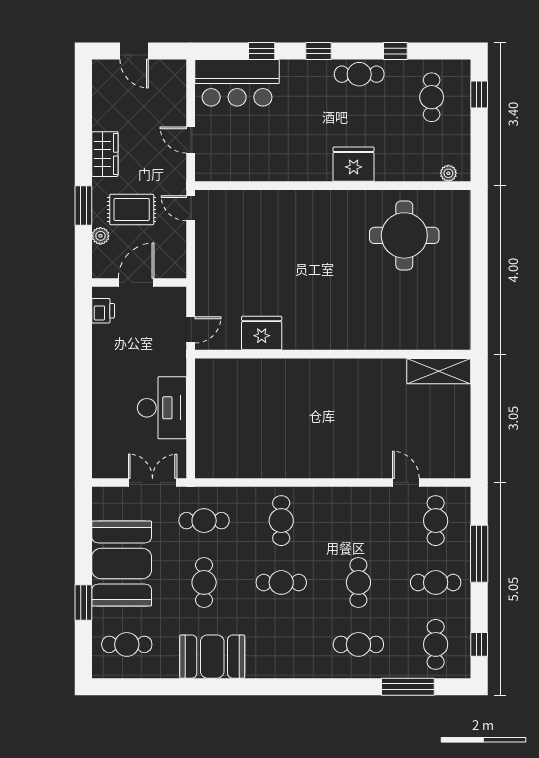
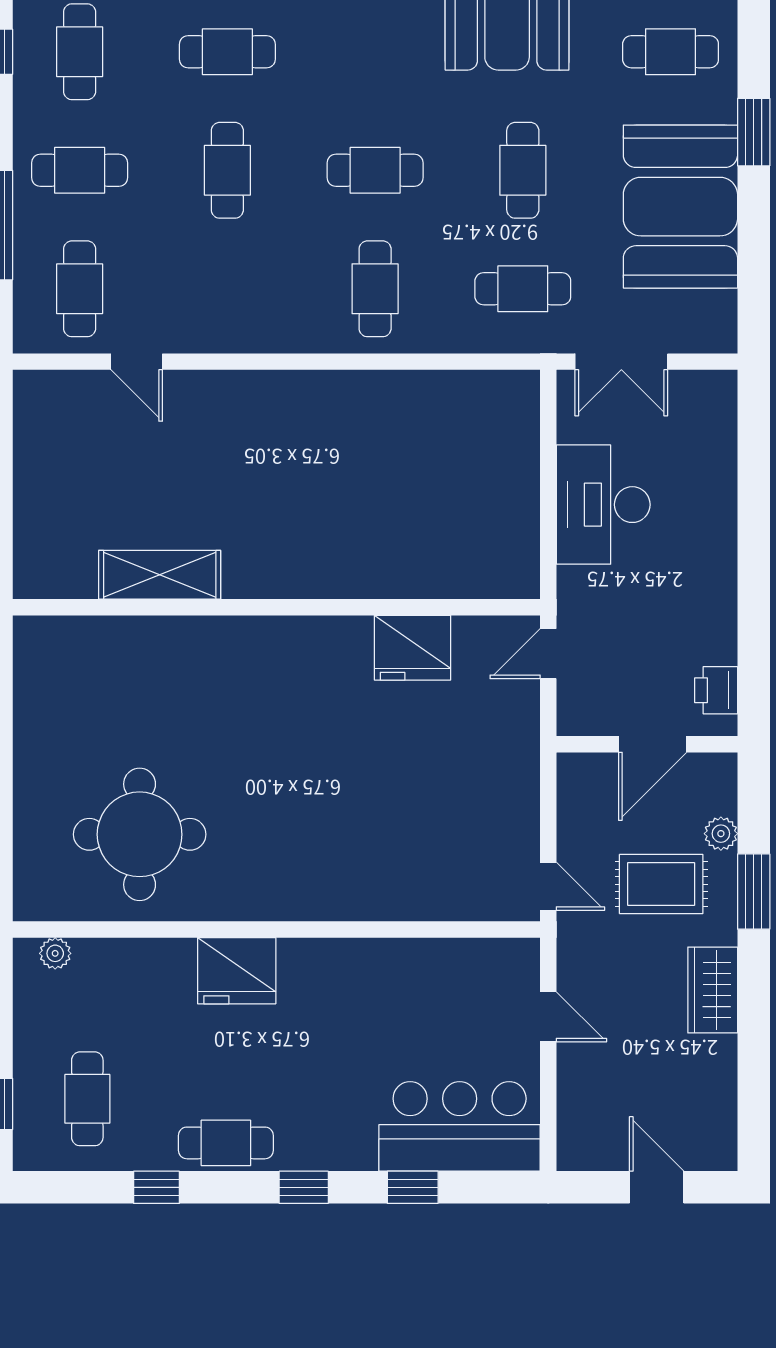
shelving: (439, 371) -> (160, 575), moved

